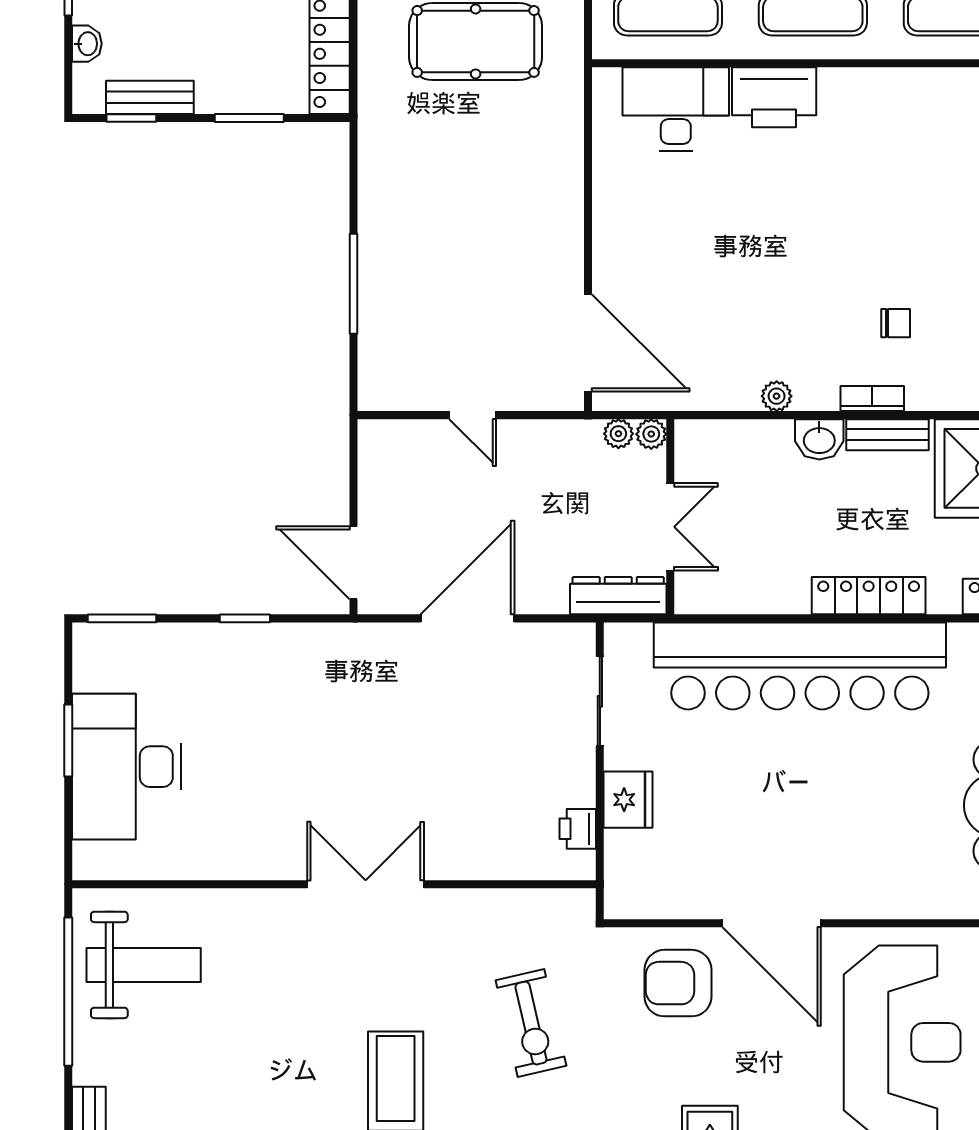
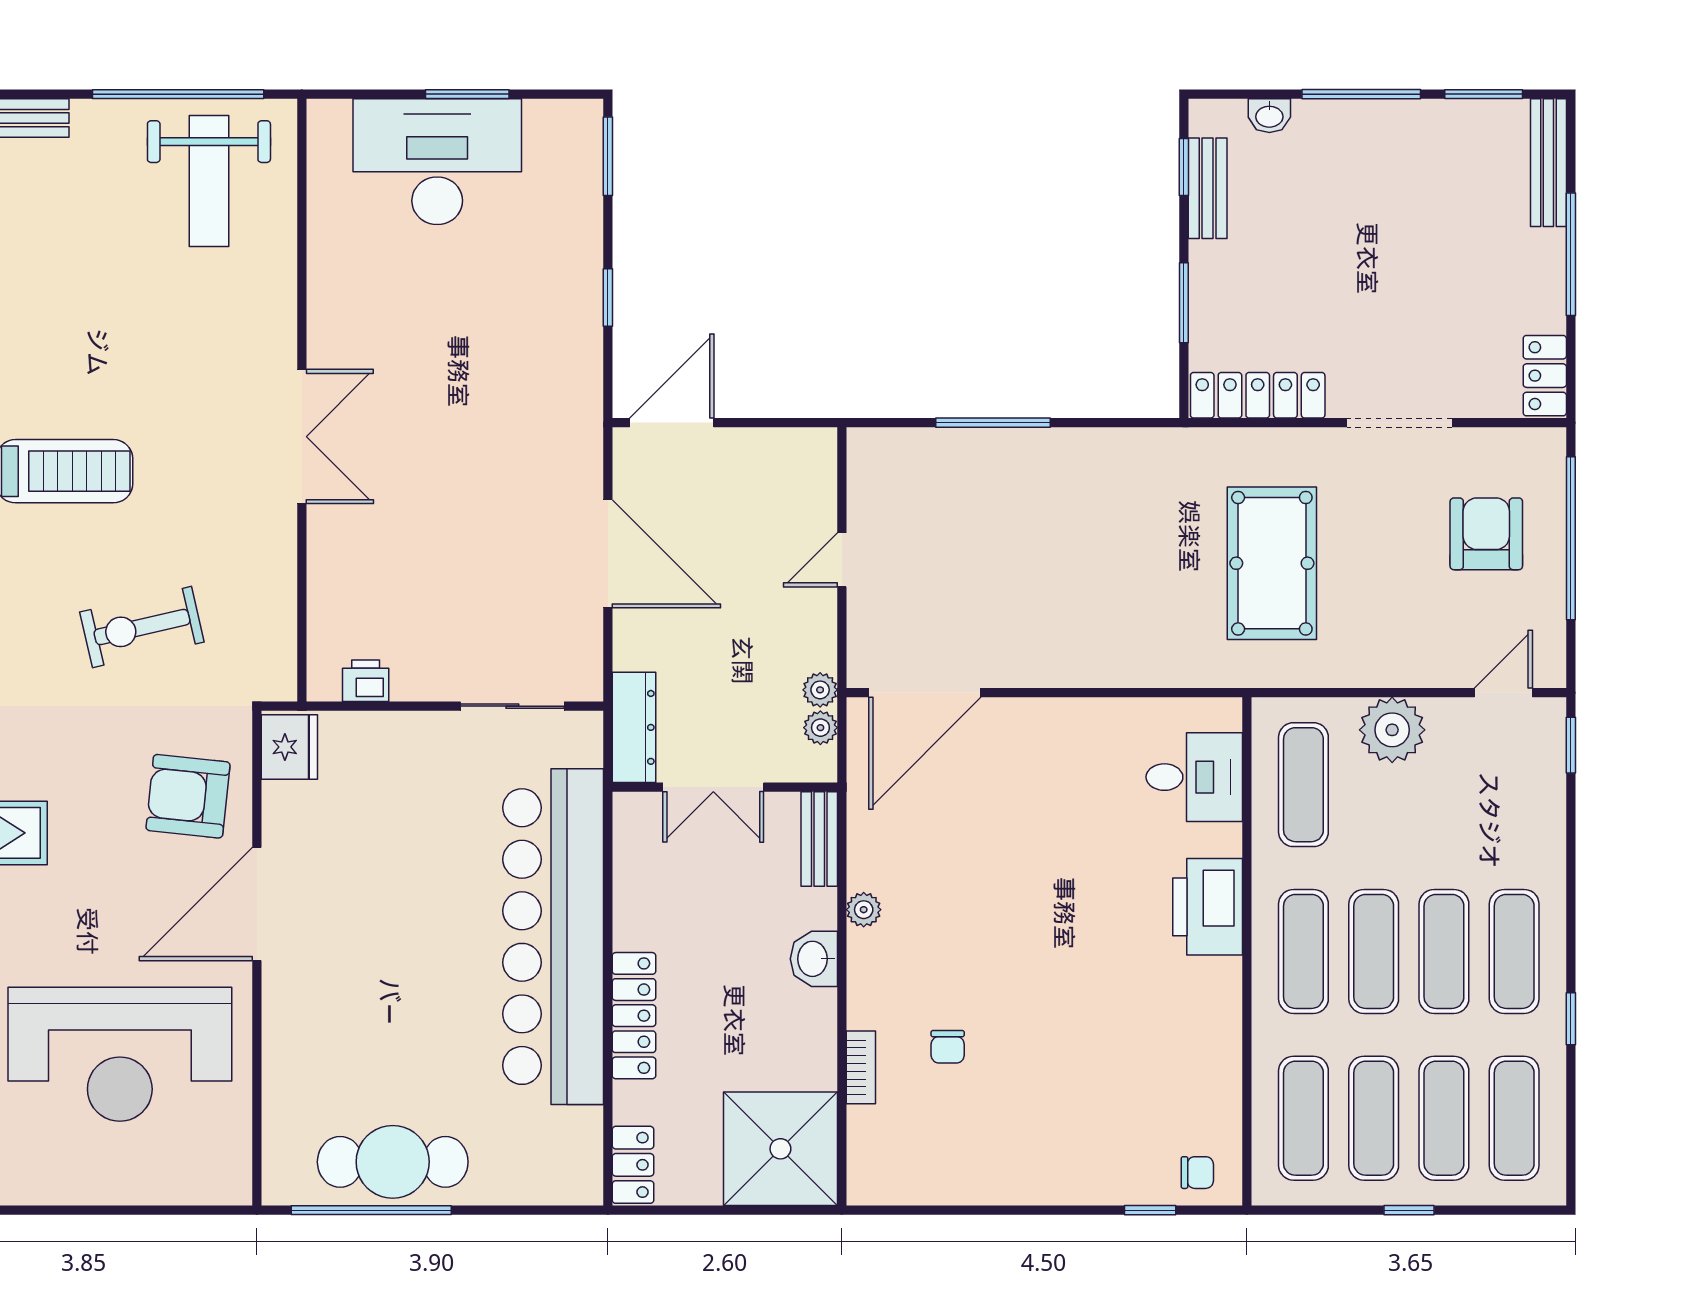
desk: (676, 109) -> (1194, 777), width x0.73
bookcase: (872, 399) -> (861, 1067), moved
plant: (651, 434) -> (820, 690), moved
bench: (888, 435) -> (819, 839), moved
fridge: (628, 800) -> (289, 747), moved, turned -90
armchair: (678, 983) -> (188, 796), turned -84

